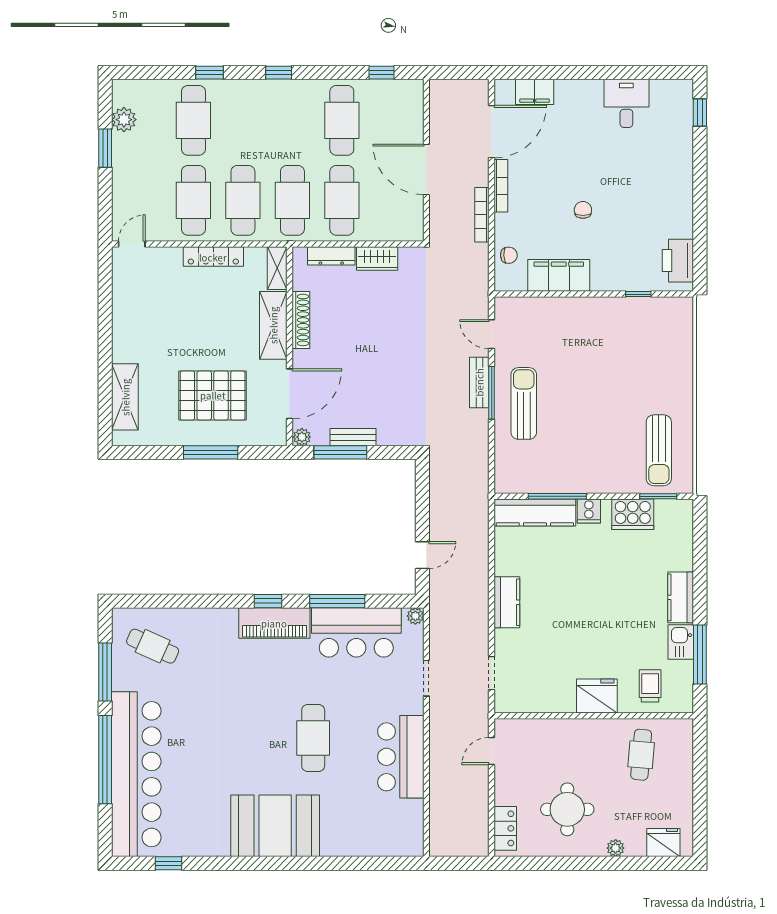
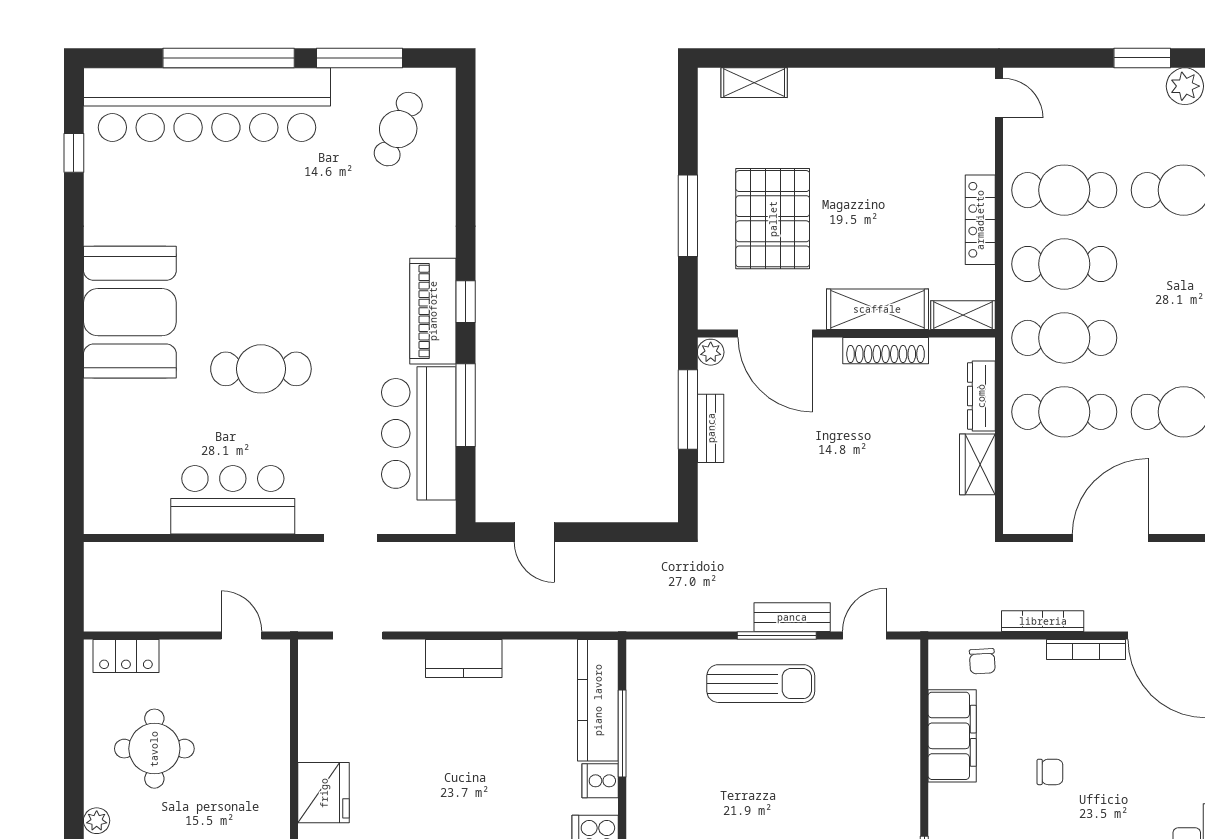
shelving: (125, 397) -> (754, 83), width x0.67, depth x0.75
plant: (415, 616) -> (443, 522), removed

